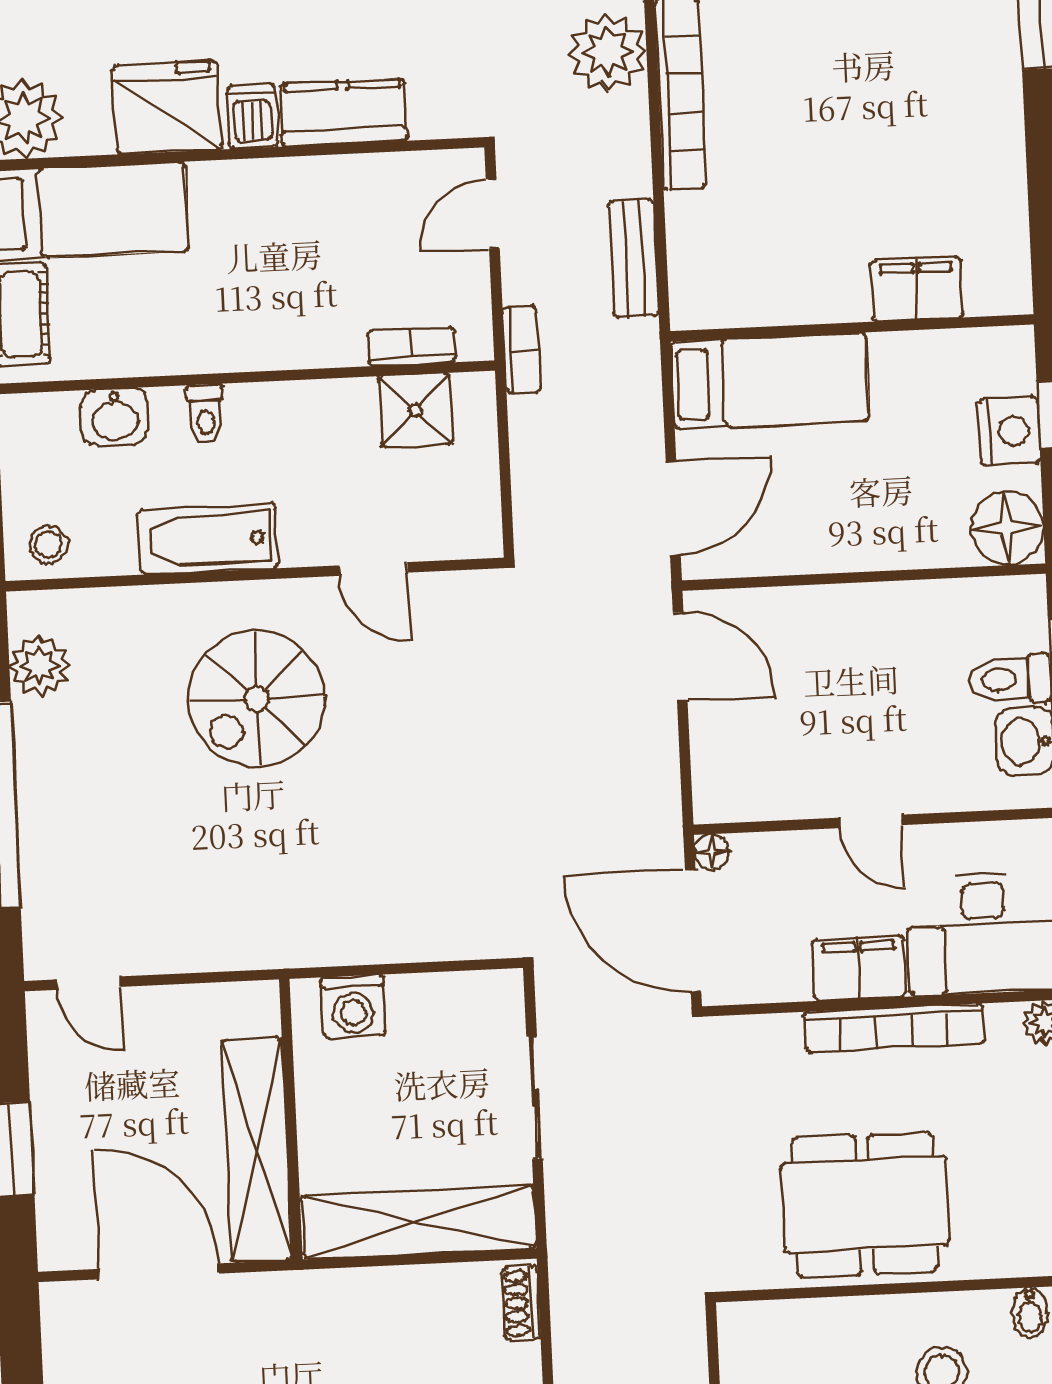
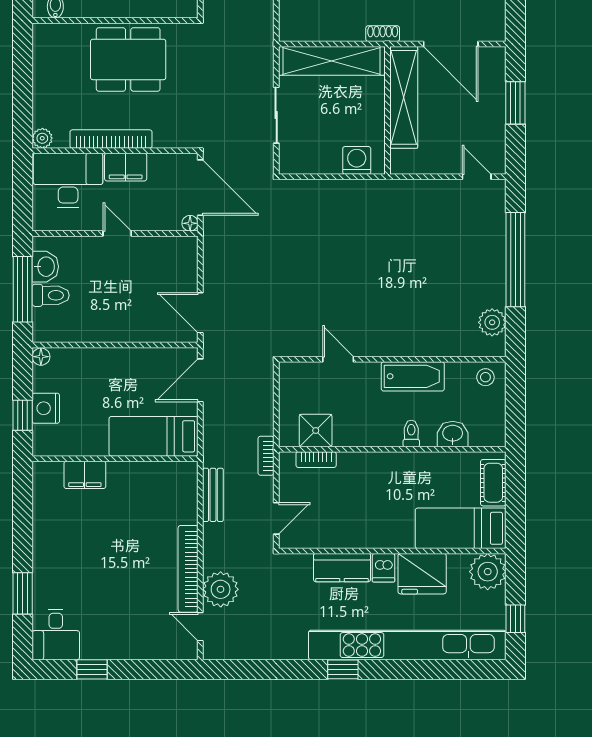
floor lamp: (1007, 528) -> (41, 357), width x0.53, depth x0.53
spiral stairs: (257, 699) -> (394, 303), removed
shoe rack: (521, 1303) -> (383, 34), moved, turned -90

